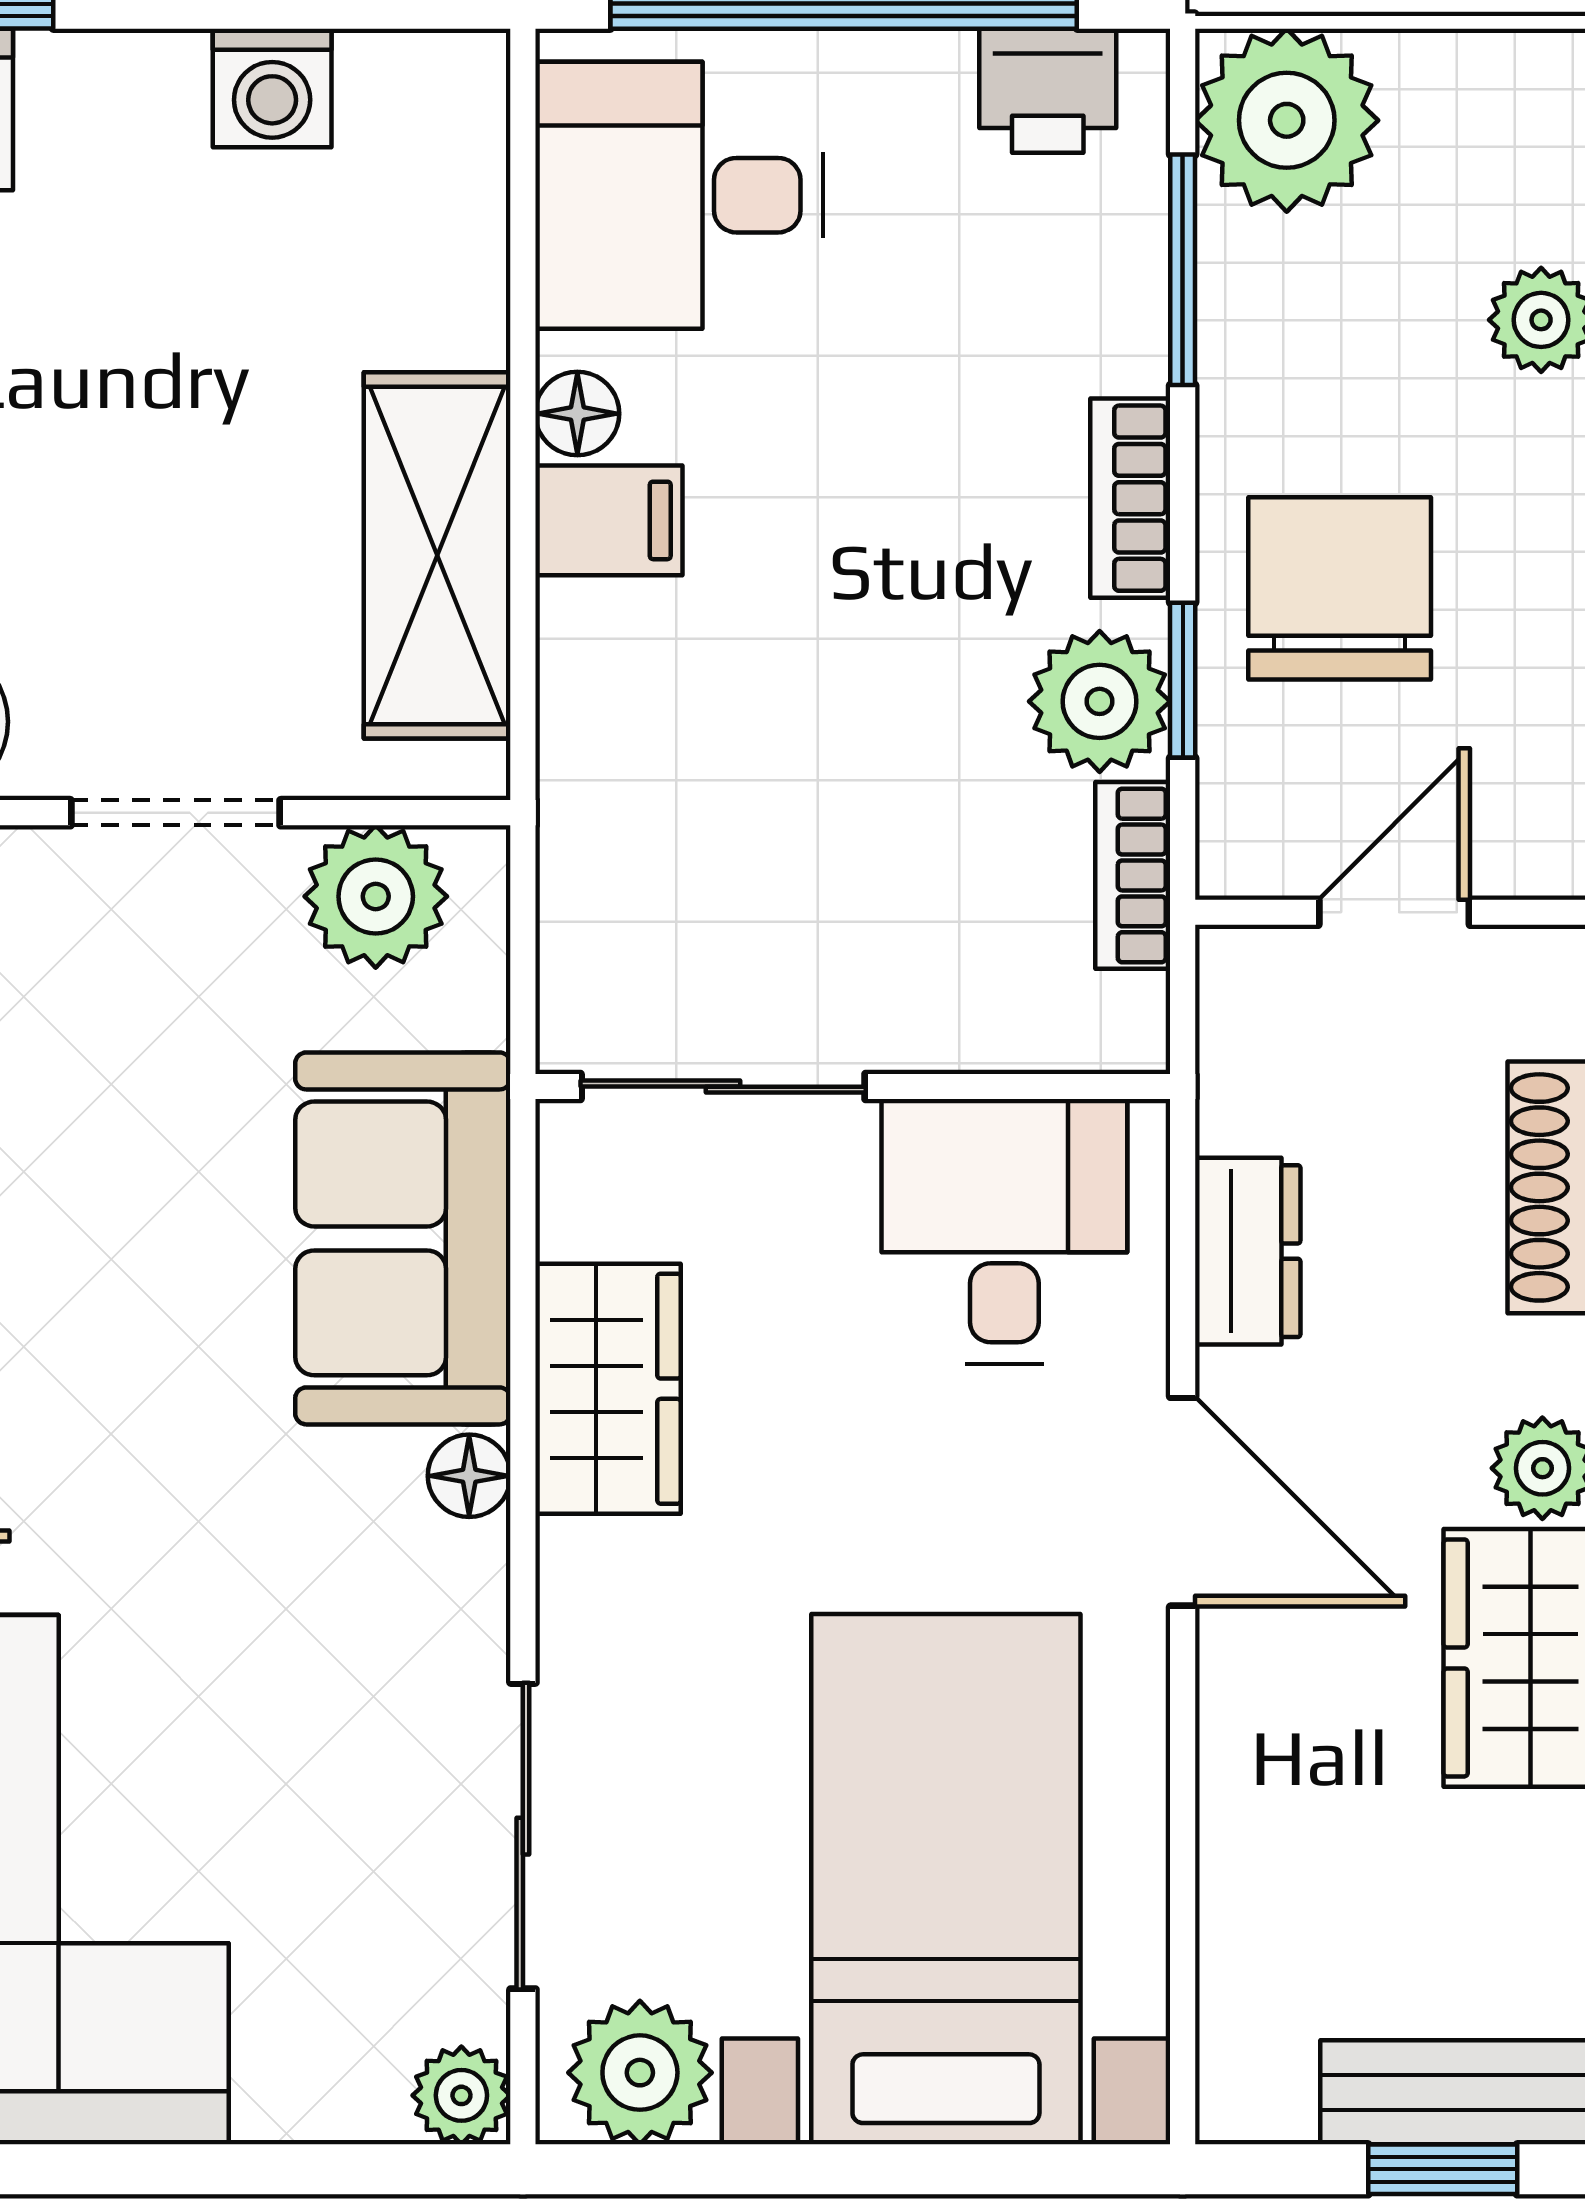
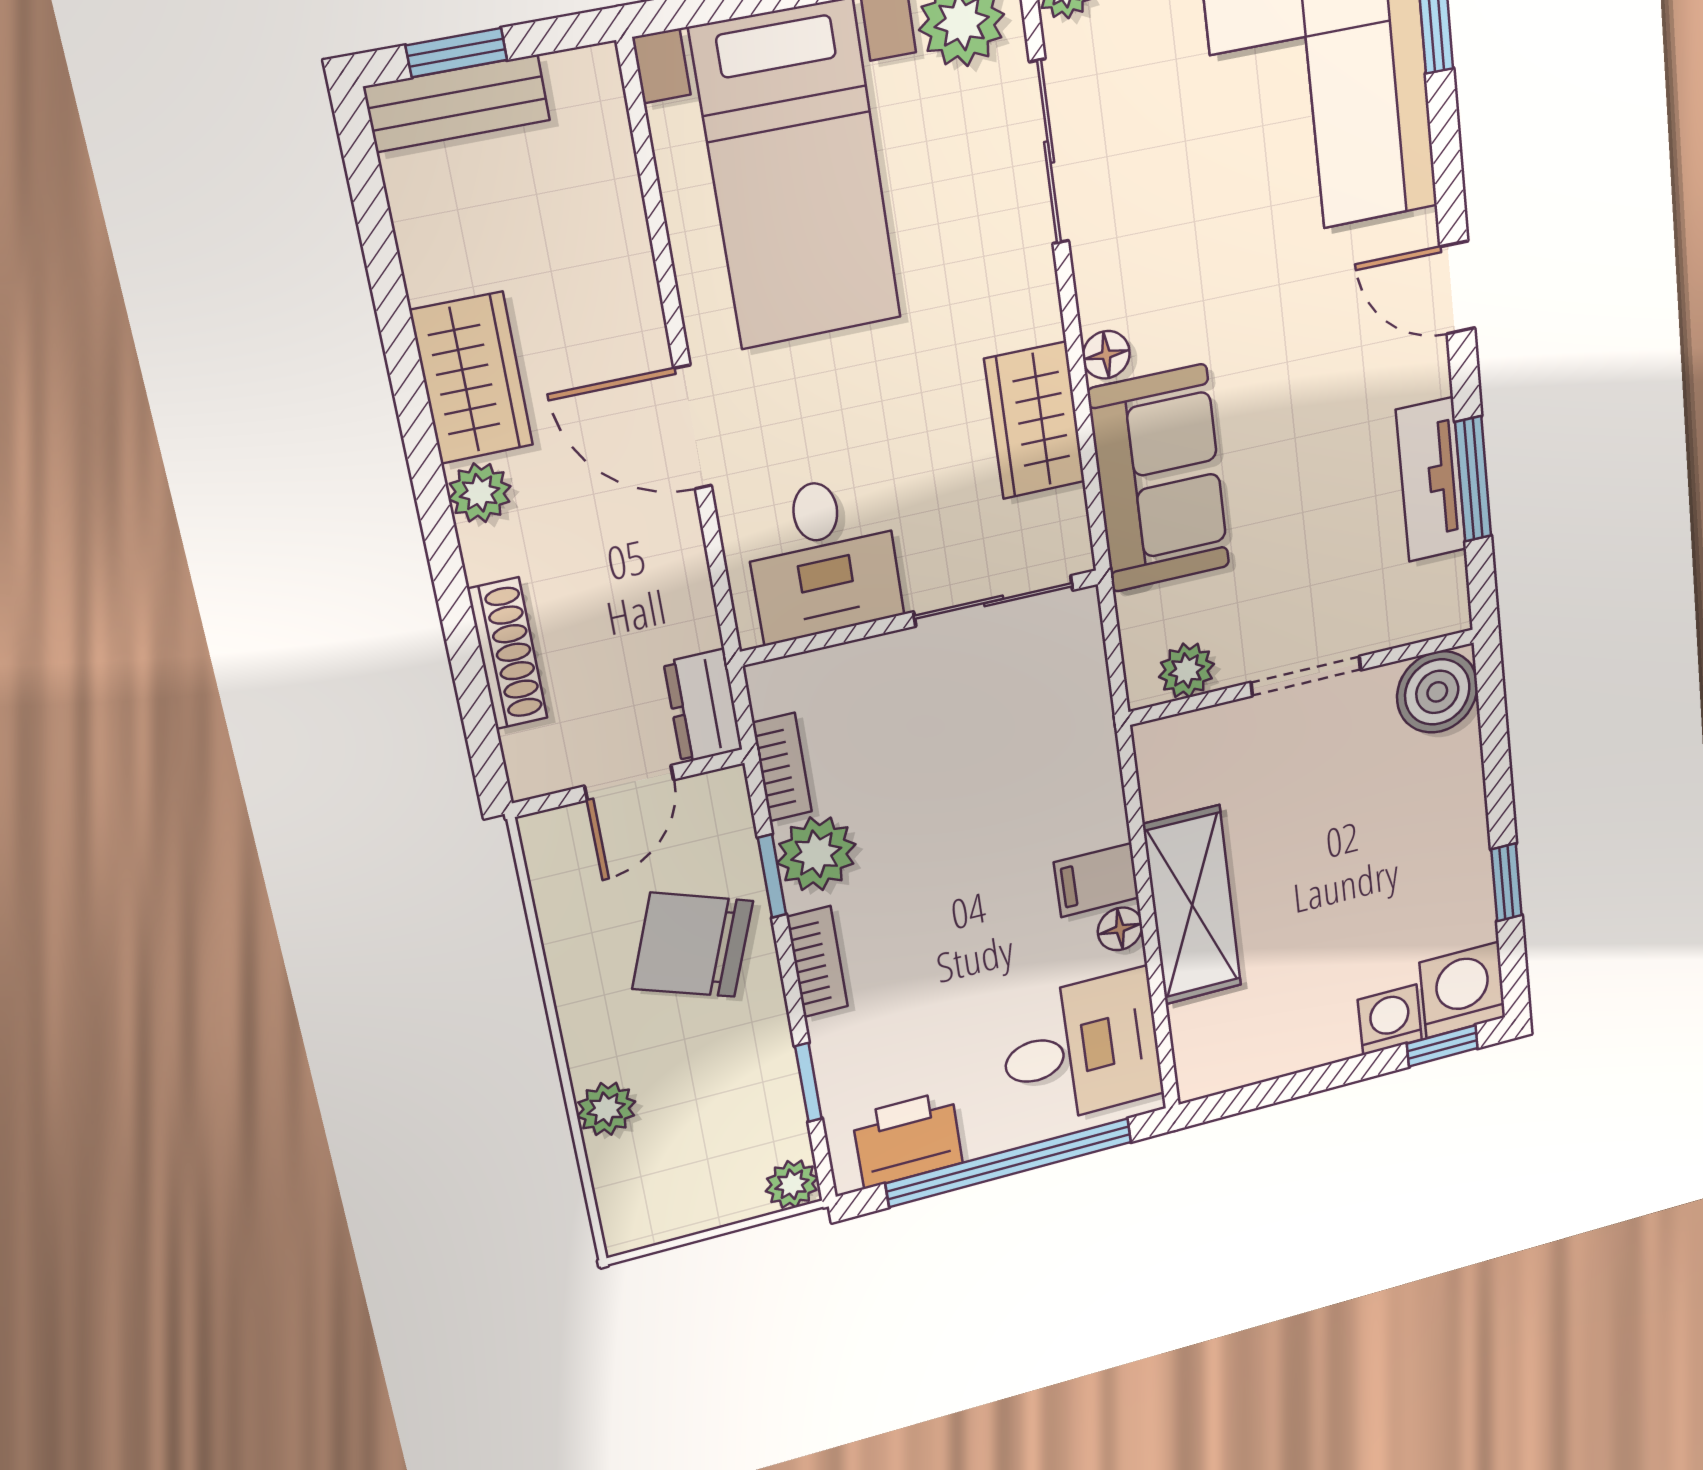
washing machine: (272, 88) -> (1390, 1020), moved
printer: (1048, 91) -> (908, 1139), width x1.36, depth x1.24
plant: (1287, 120) -> (792, 1184), width x0.53, depth x0.53
window: (1183, 270) -> (808, 1082), width x0.67
shelving: (437, 555) -> (1192, 905), moved
chair: (1340, 588) -> (693, 945), turned 110
plant: (376, 896) -> (1186, 670), width x0.73, depth x0.73
dresser: (1248, 1251) -> (703, 706), moved

